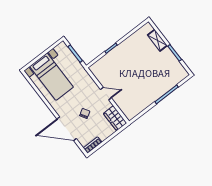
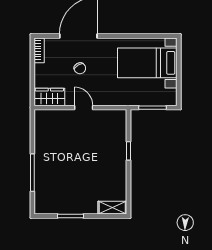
shelving: (157, 40) -> (112, 208), moved
door: (106, 94) -> (84, 108), swing flipped

